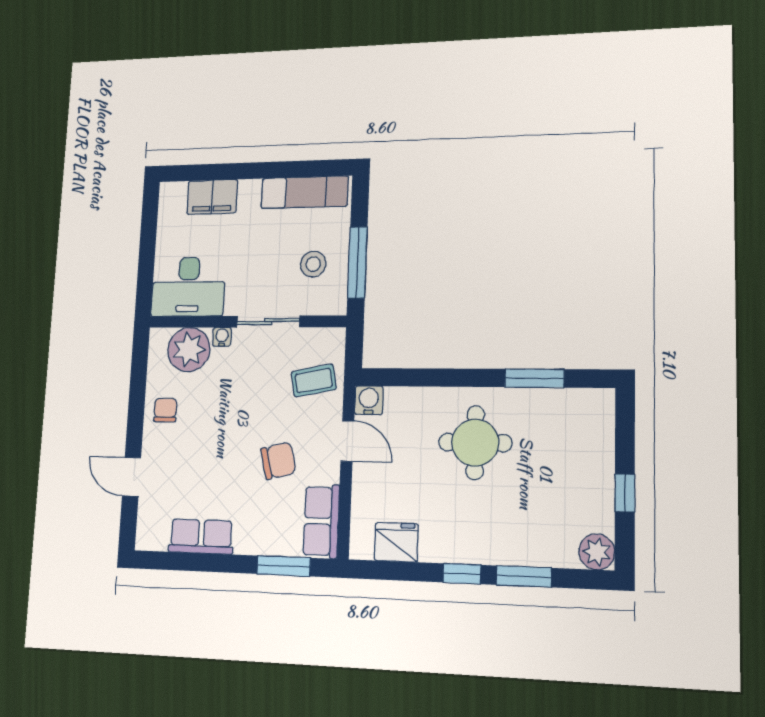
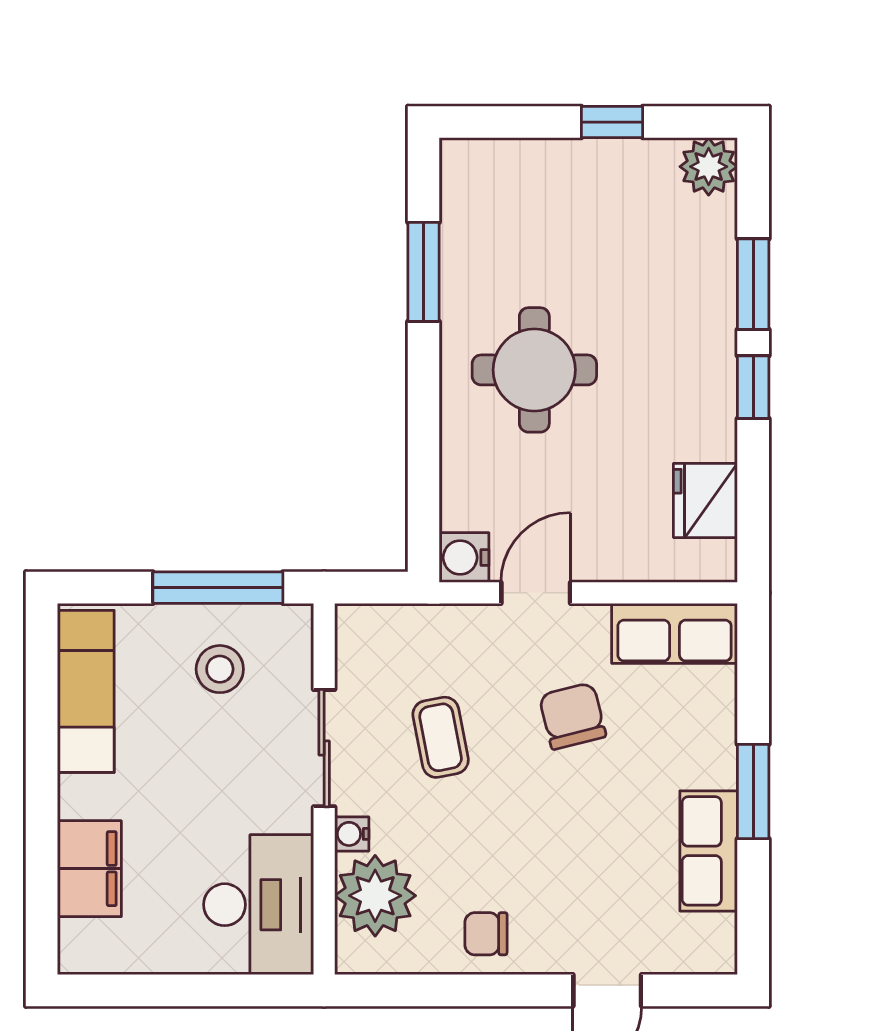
coffee table: (314, 380) -> (441, 737), moved
window: (284, 566) -> (753, 791), moved

